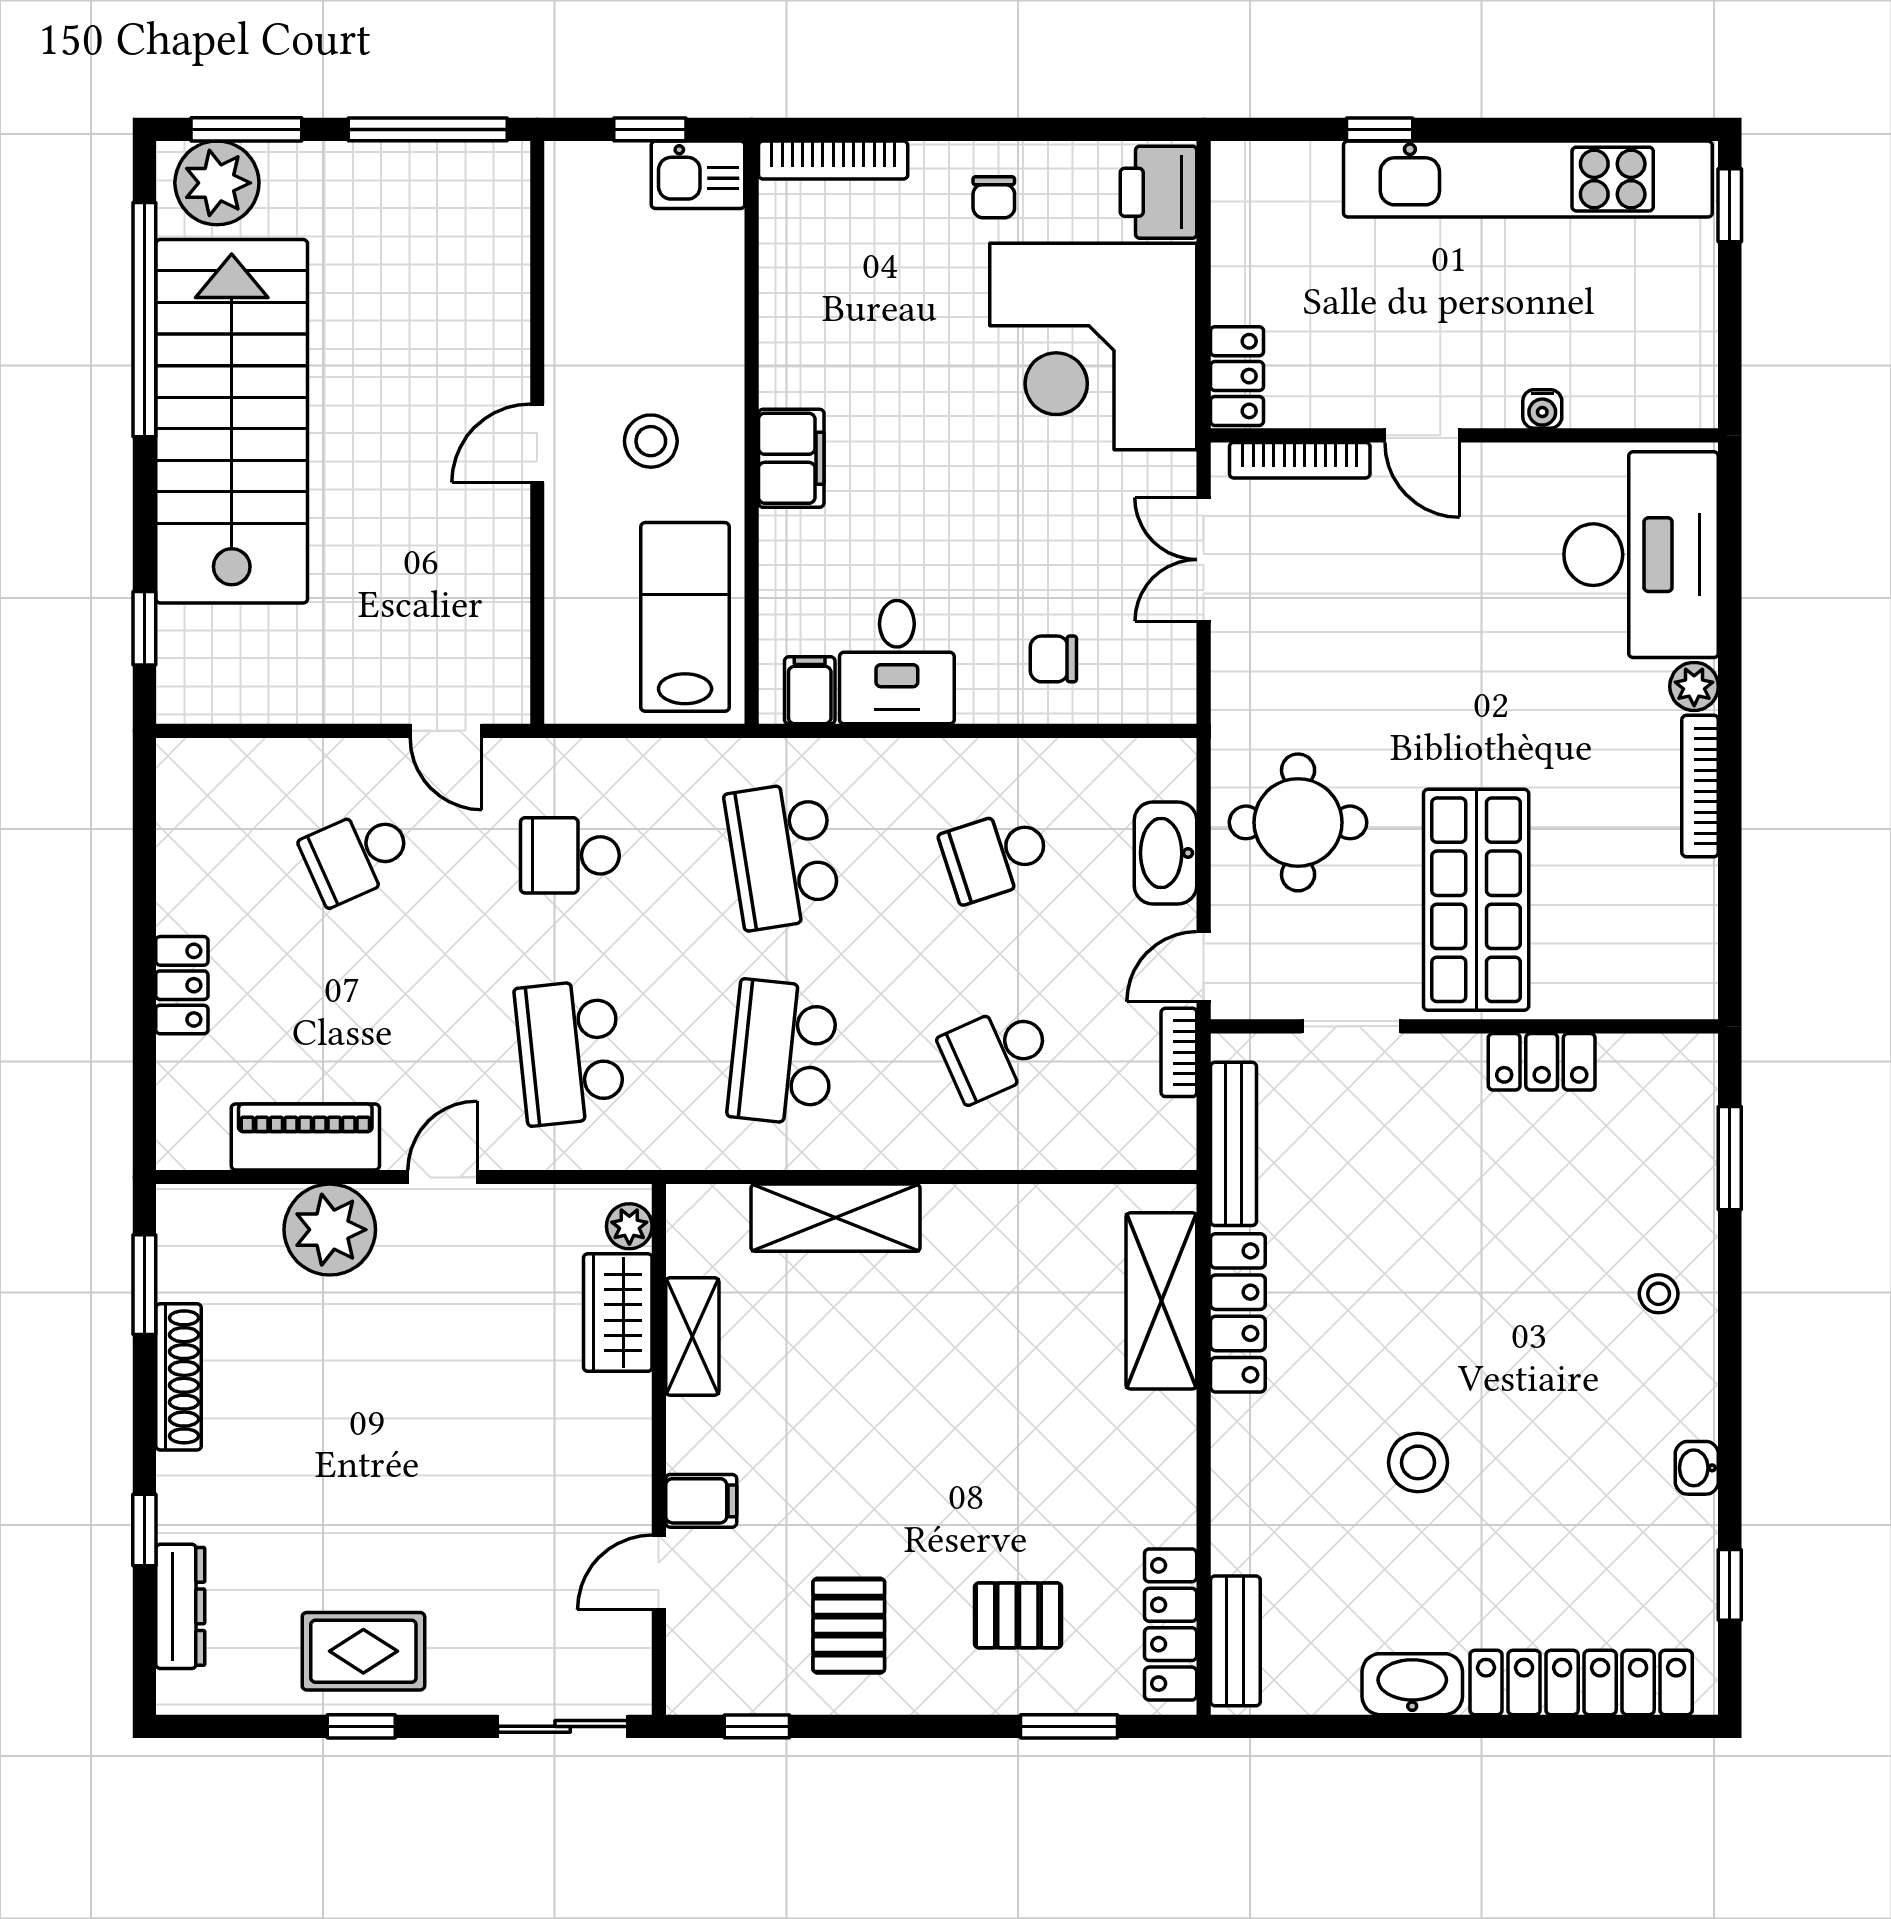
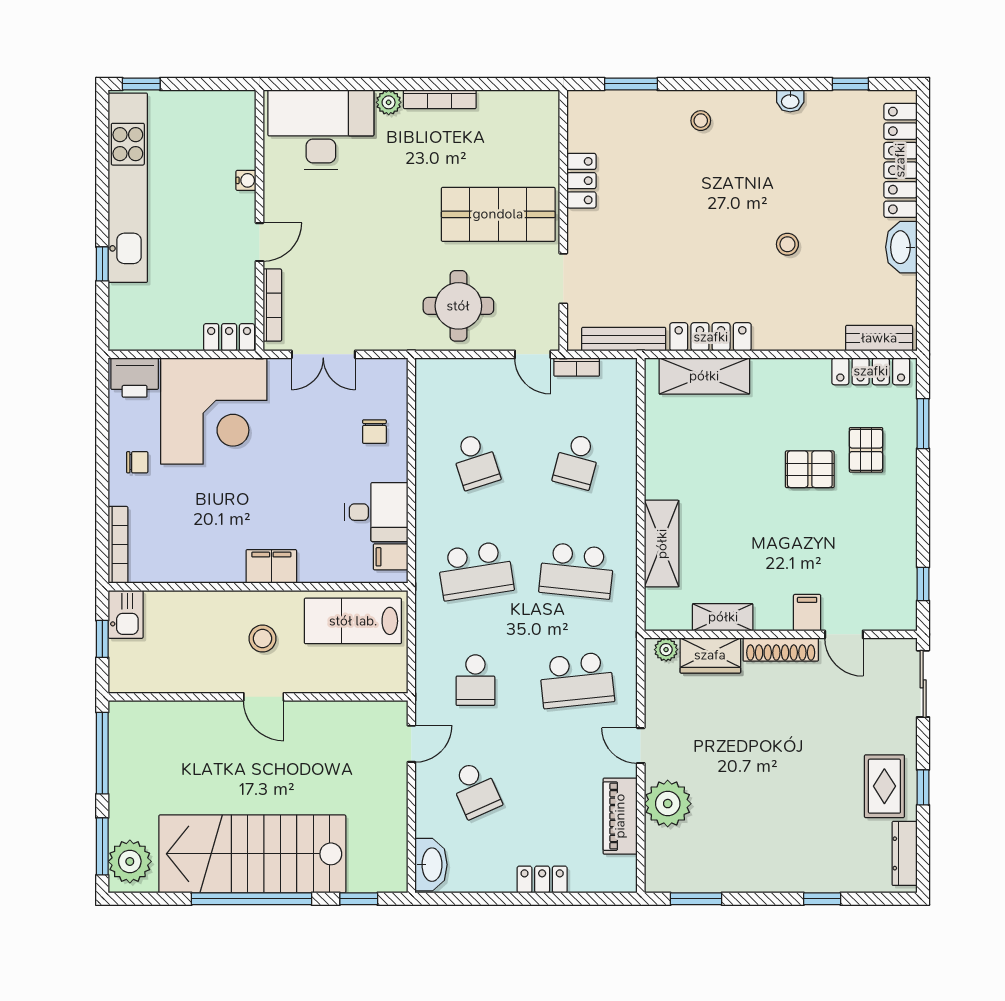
window: (144, 320) -> (252, 899), moved
washbasin: (1165, 853) -> (431, 865), moved, turned -90
school desk: (996, 1052) -> (577, 461), turned 39
shoe rack: (179, 1377) -> (781, 650), moved, turned 180
stool: (1418, 1462) -> (787, 244), width x0.73, depth x0.73
dresser: (180, 1606) -> (905, 853), moved, turned -90
pallet: (849, 1626) -> (810, 469), moved

